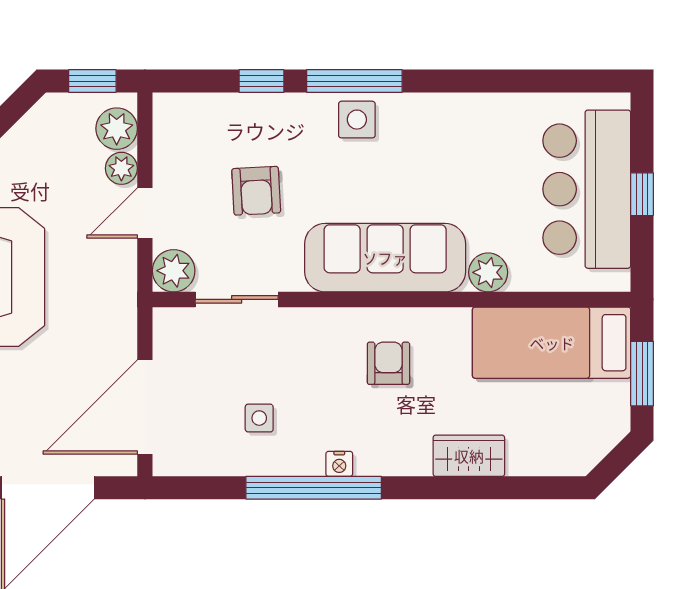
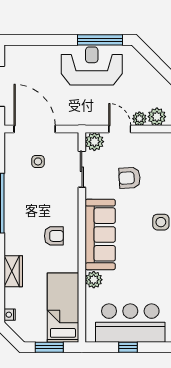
side table: (259, 418) -> (38, 161), moved
nightstand: (339, 464) -> (10, 315), moved

